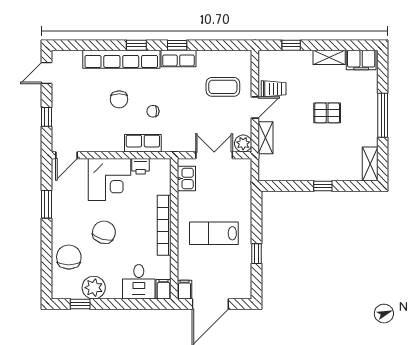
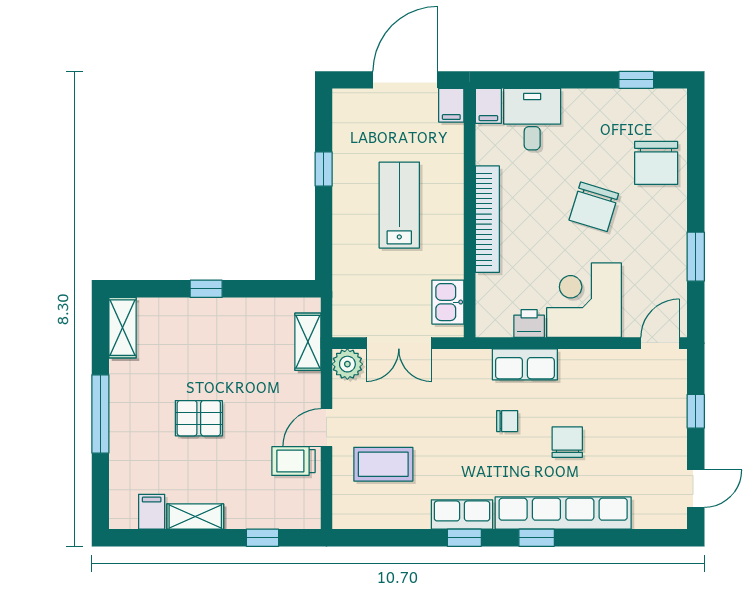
filing cabinet: (361, 60) -> (152, 512), width x0.50
shelving: (265, 138) -> (308, 342), moved
lab bench: (214, 233) -> (399, 205), turned -90
plant: (94, 288) -> (612, 109), removed

